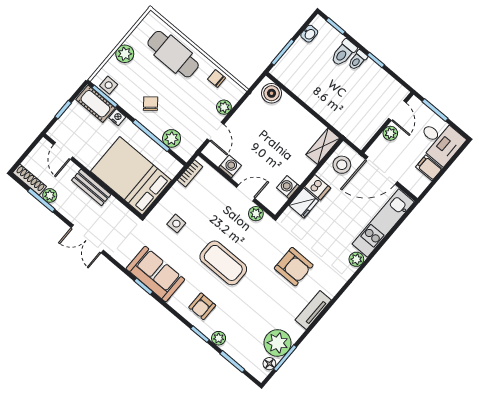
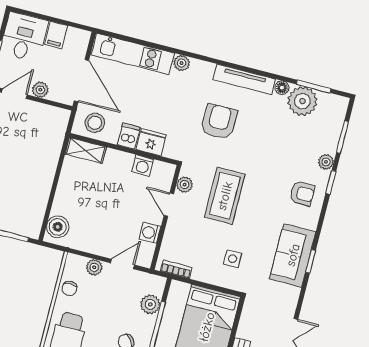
coffee table: (223, 263) -> (225, 196), moved
tv unit: (313, 310) -> (244, 79), width x1.41
floor lamp: (269, 364) -> (282, 88), moved

